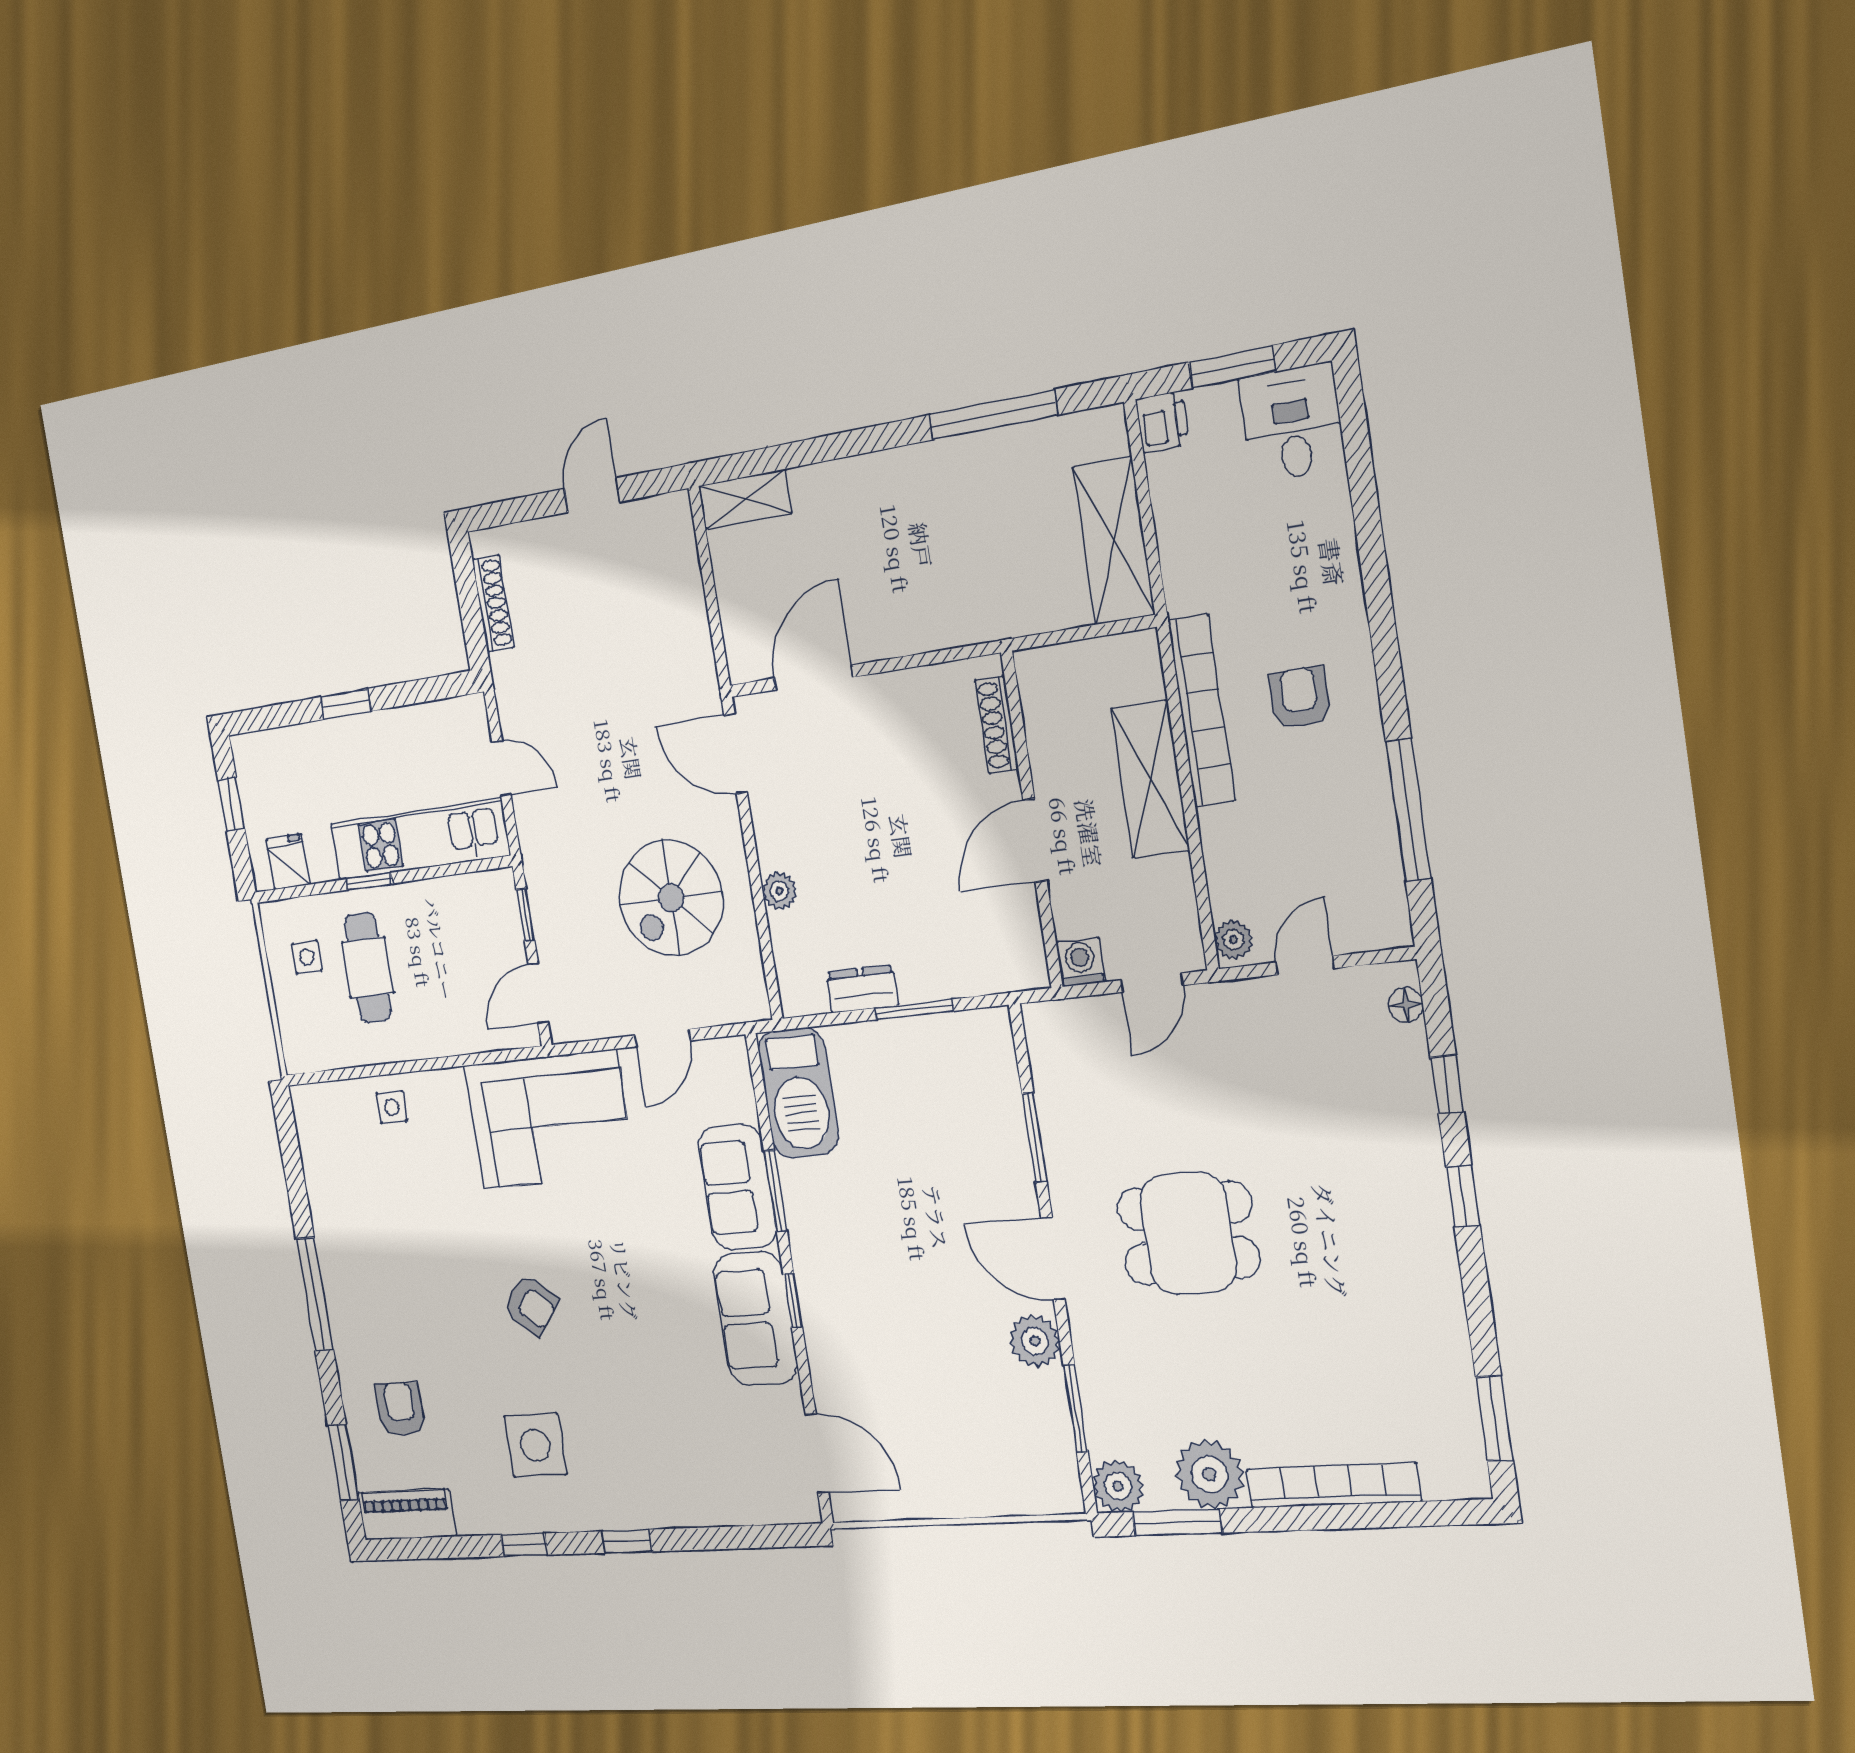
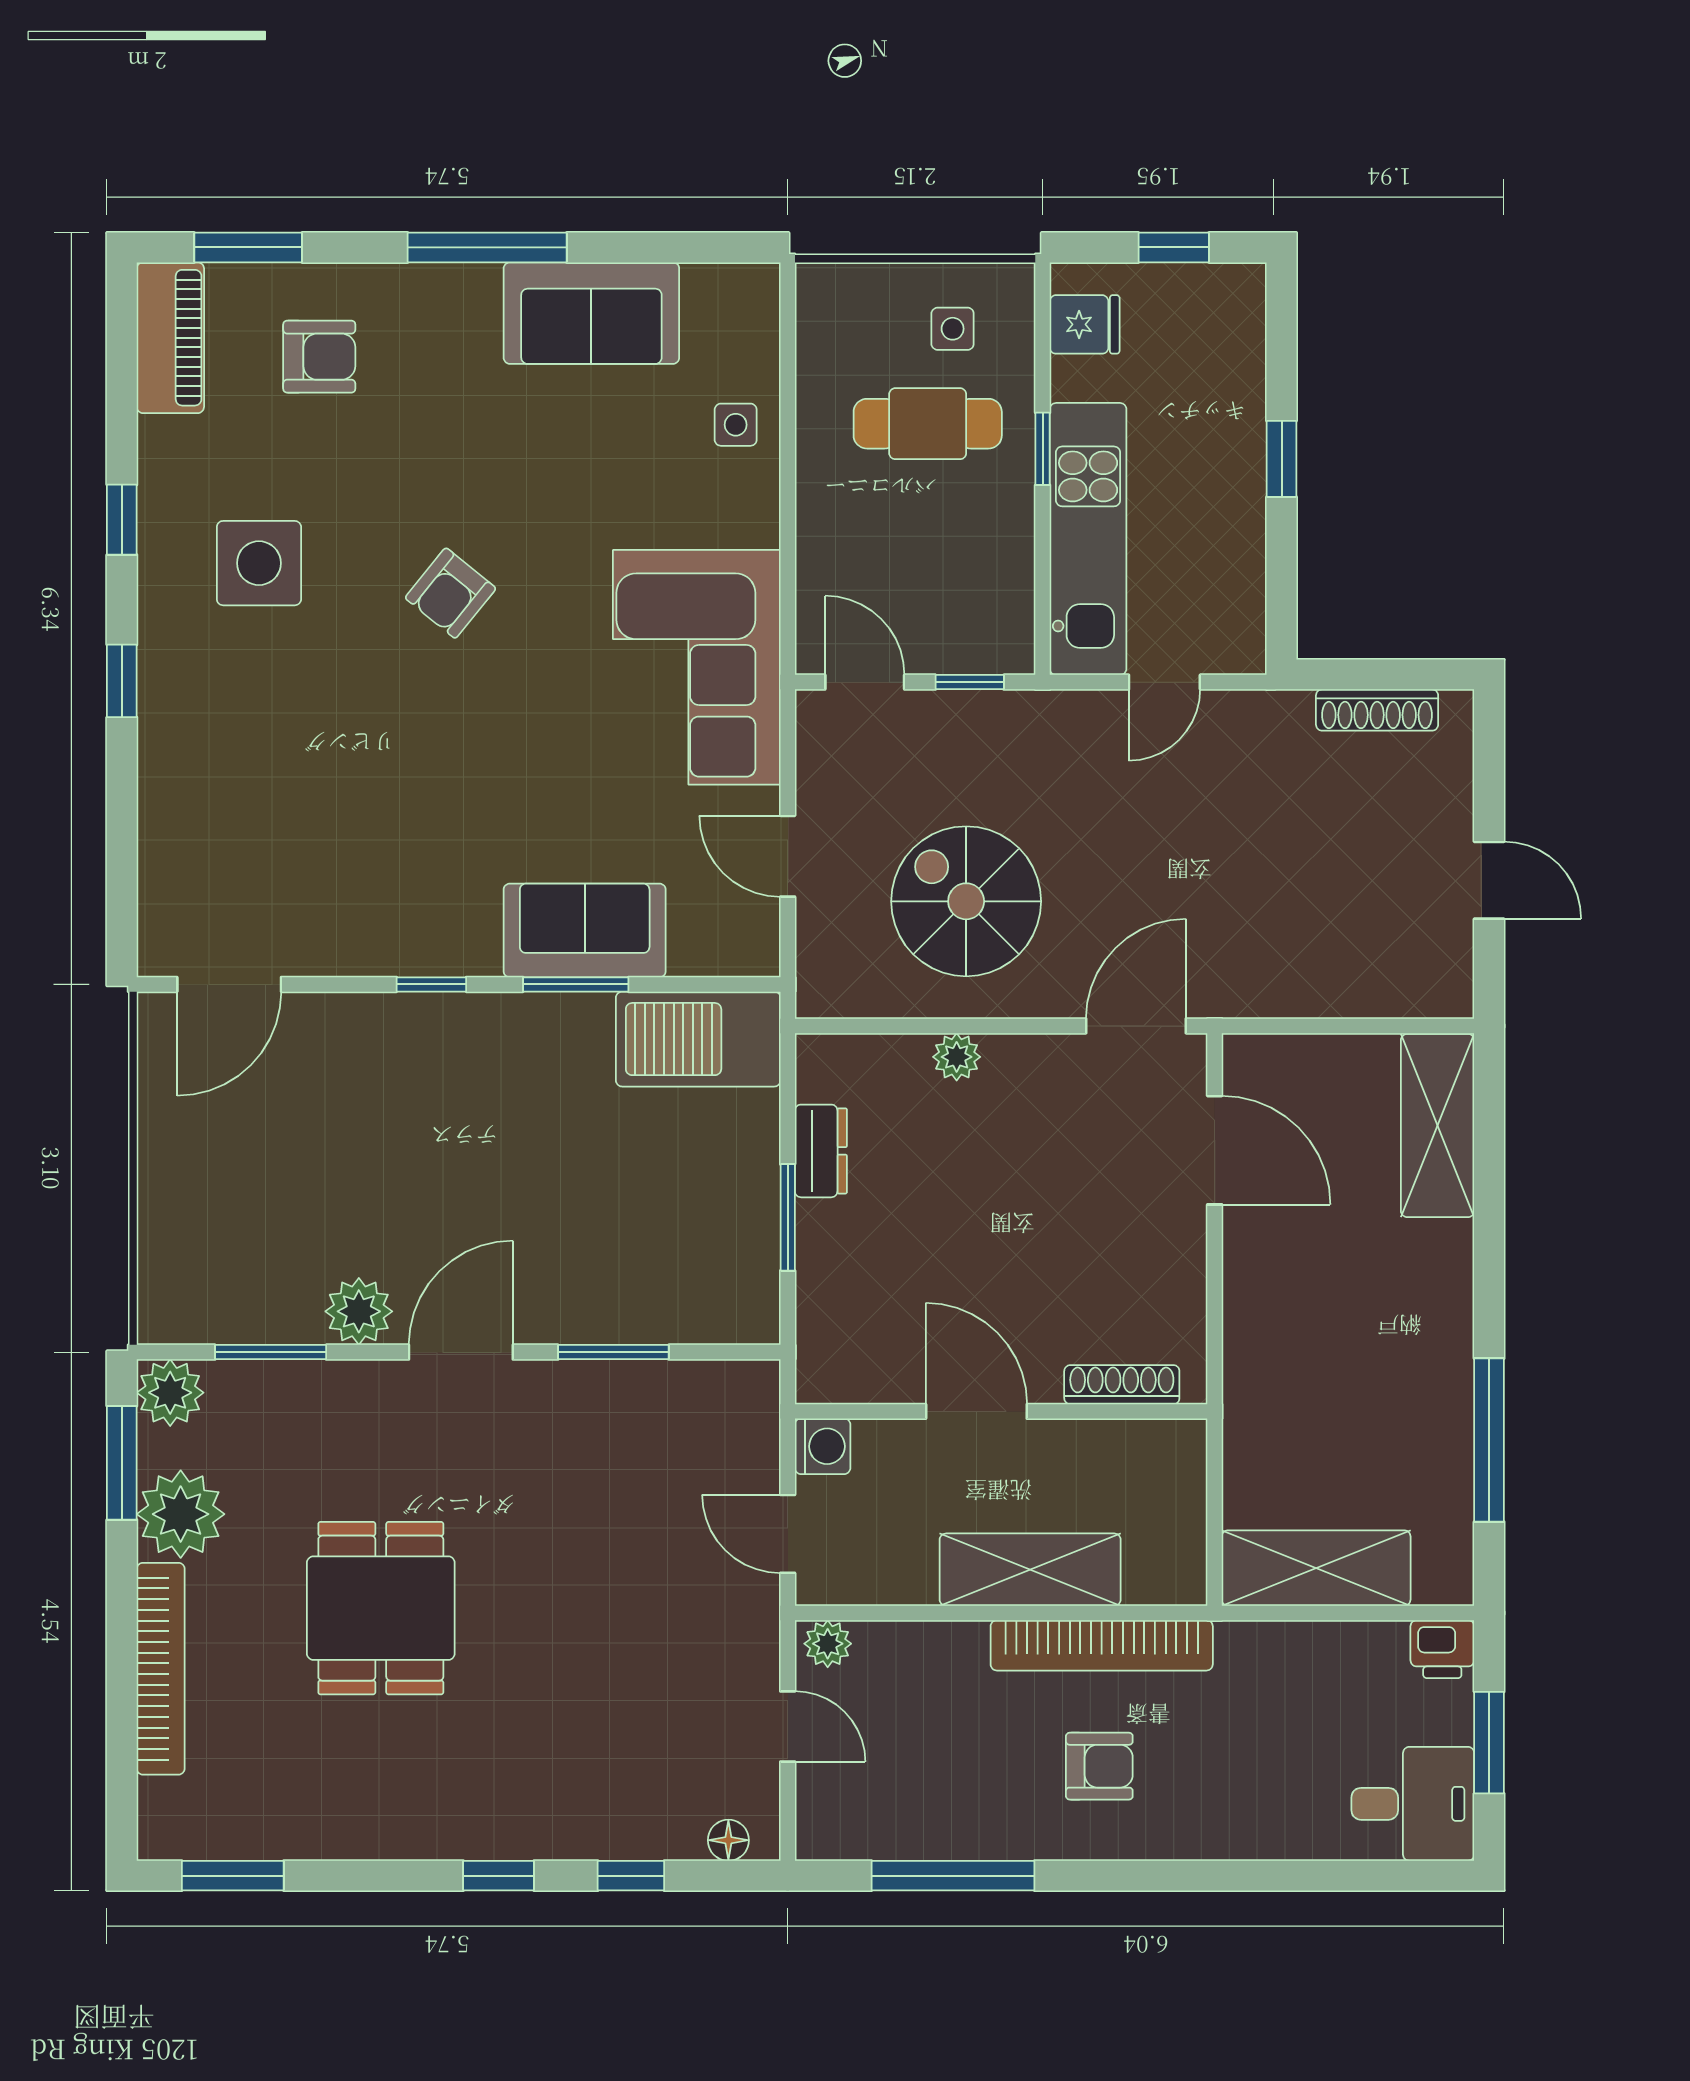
shelving: (745, 499) -> (1438, 1126), width x1.50, depth x1.33
dining table: (1188, 1233) -> (381, 1608), moved
sofa: (756, 1319) -> (591, 313), moved, turned 180

